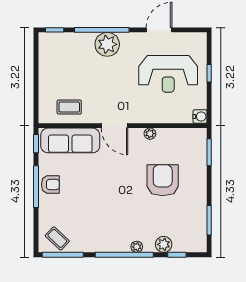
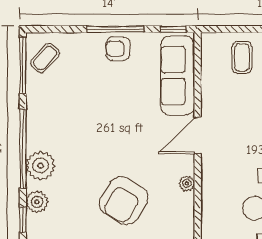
coffee table: (69, 107) -> (242, 57), moved
armchair: (163, 180) -> (124, 201), turned 121
armchair: (50, 185) -> (118, 49), turned 90
plant: (137, 247) -> (41, 166), width x1.88, depth x1.88

